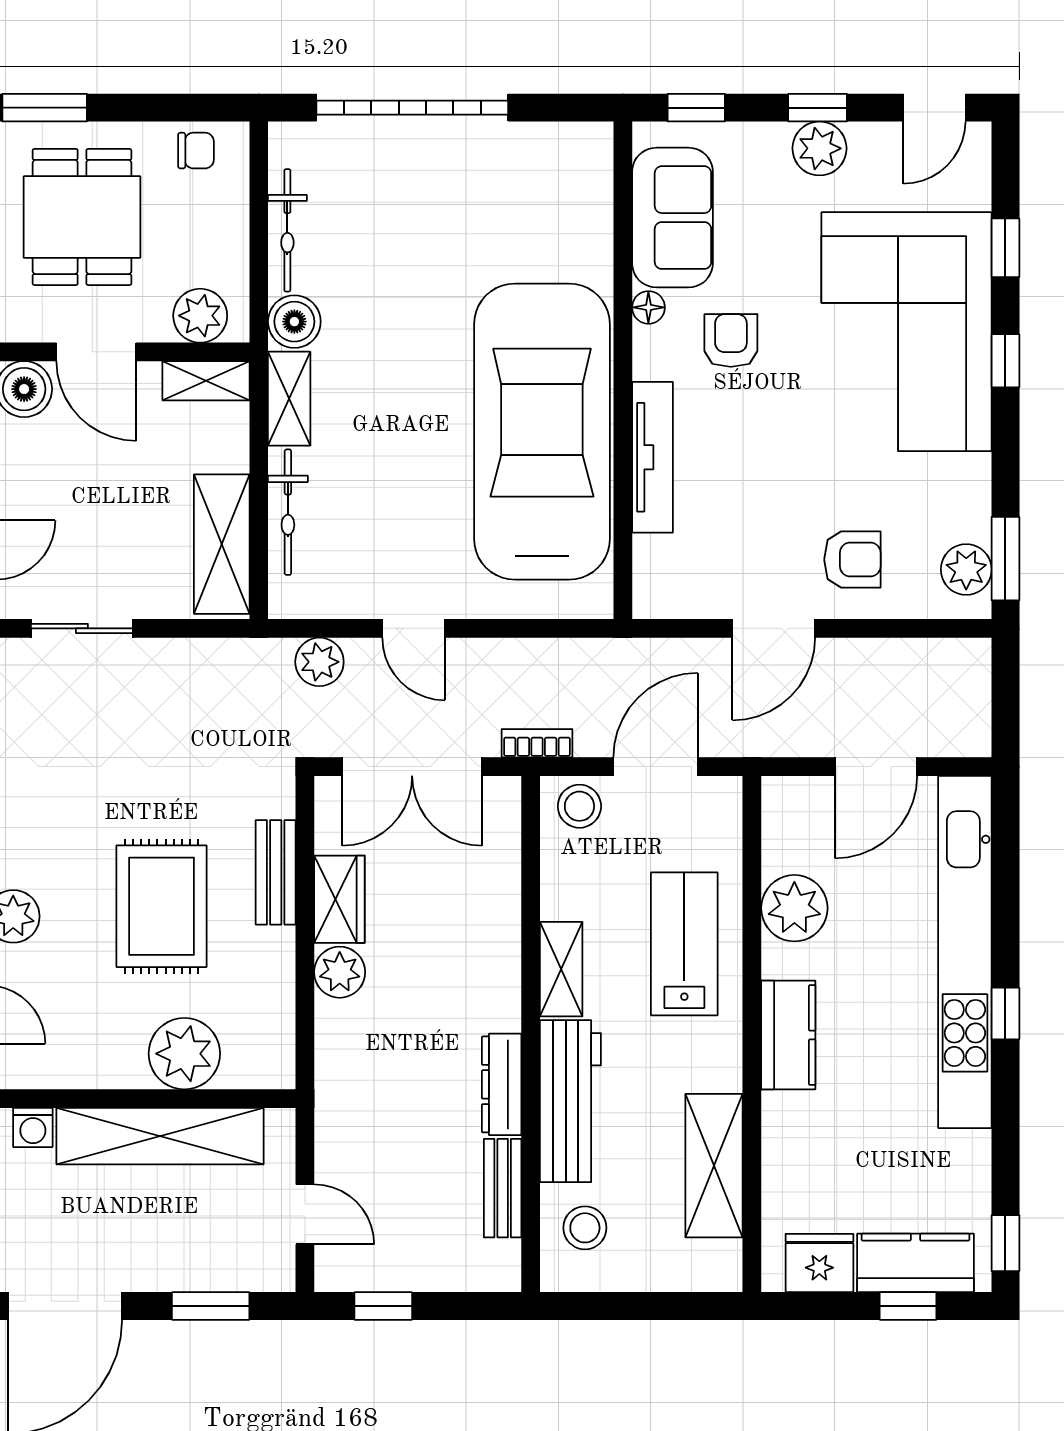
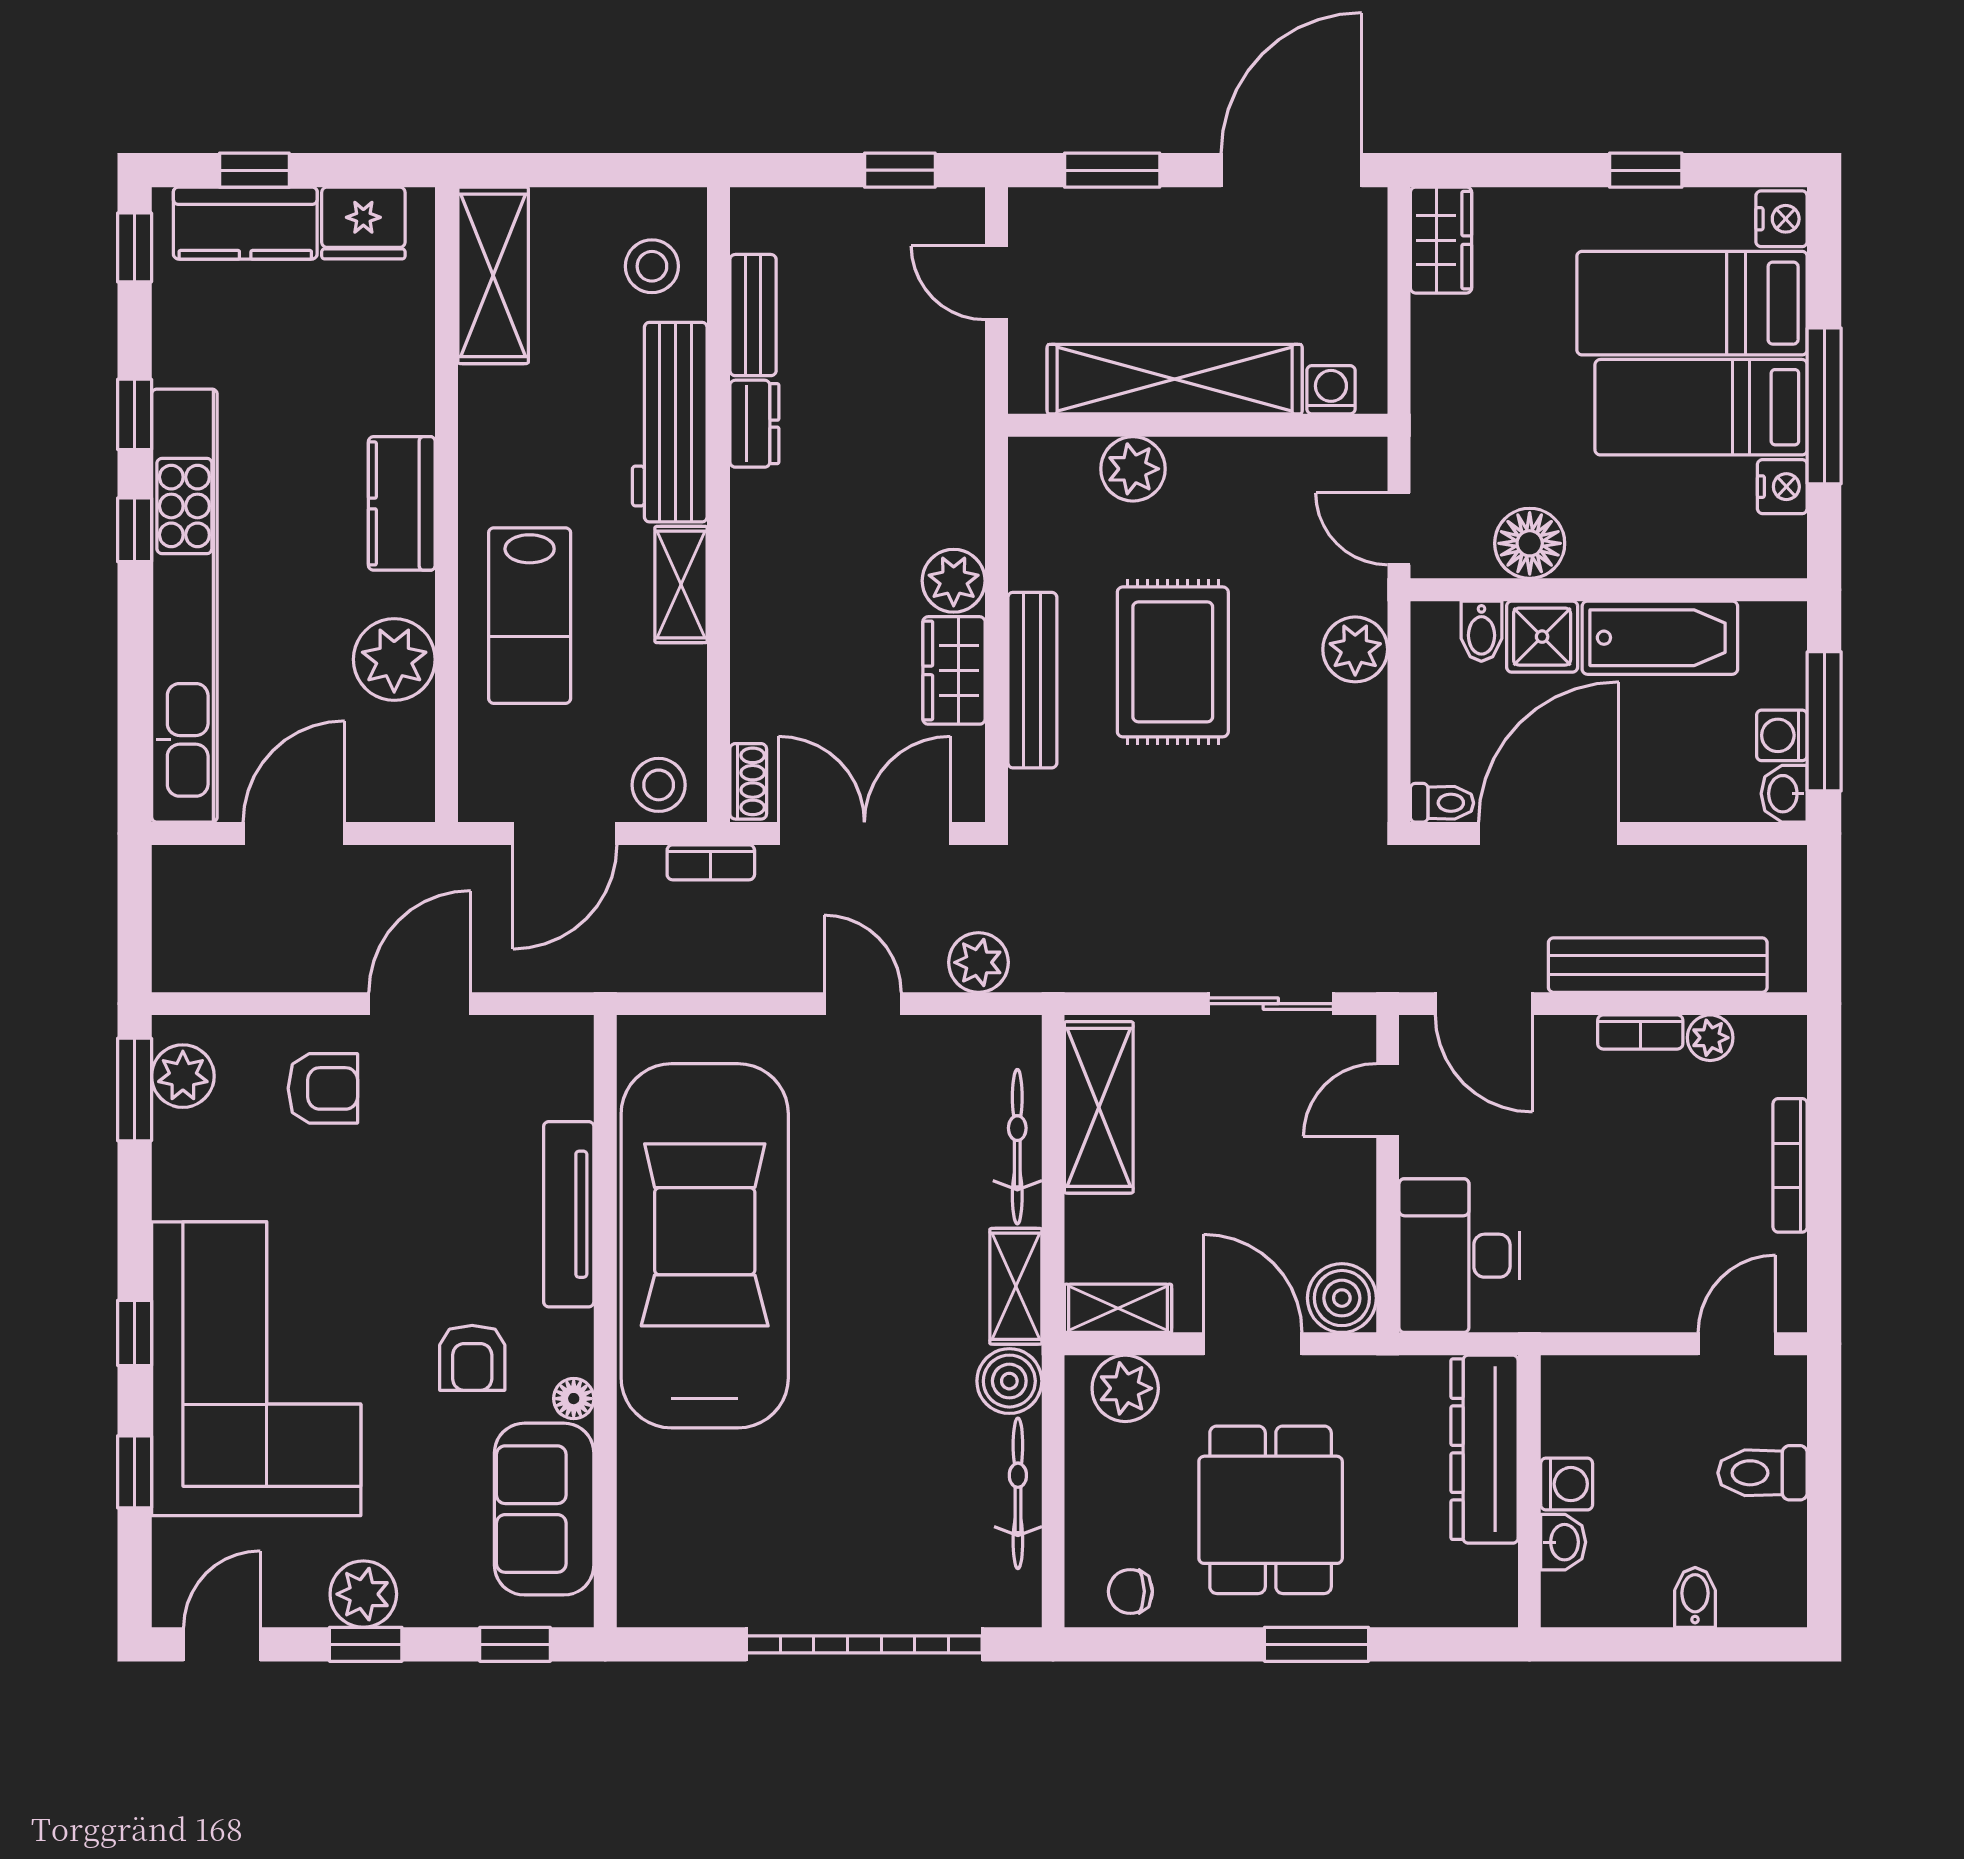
car: (542, 432) -> (705, 1246), turned 180
armchair: (852, 560) -> (323, 1088), turned 180
shoe rack: (507, 809) -> (748, 781), added
bench: (276, 872) -> (1032, 680), width x1.36
plant: (184, 1054) -> (1133, 469), width x0.73, depth x0.73
dresser: (502, 1084) -> (754, 424), width x0.70
window: (1005, 1107) -> (135, 414), added
shelving: (714, 1166) -> (493, 275), moved

